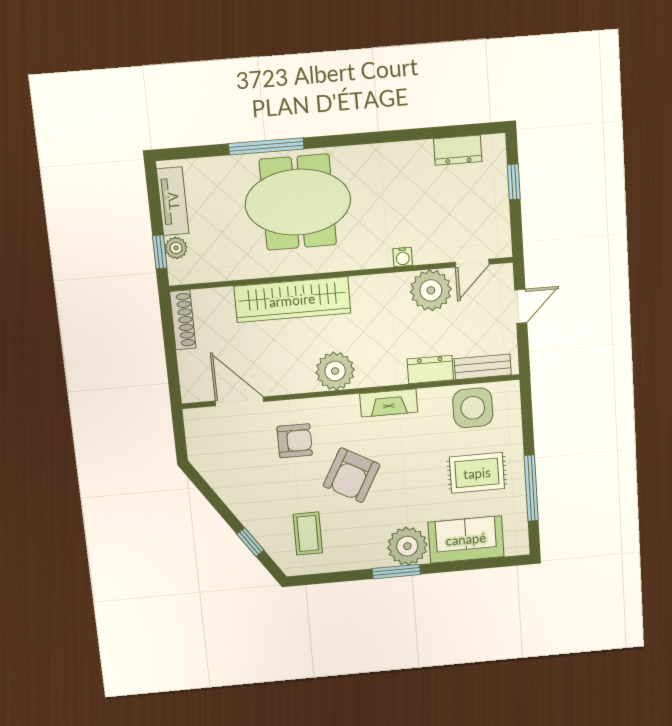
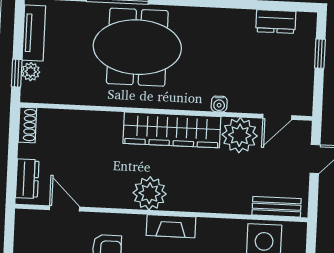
wardrobe: (292, 300) -> (172, 130), moved
shoe rack: (183, 320) -> (27, 125), width x0.70
dresser: (430, 369) -> (27, 179), moved, turned 90
door: (239, 401) -> (64, 208), width x0.73
fireplace: (389, 403) -> (171, 226), moved

